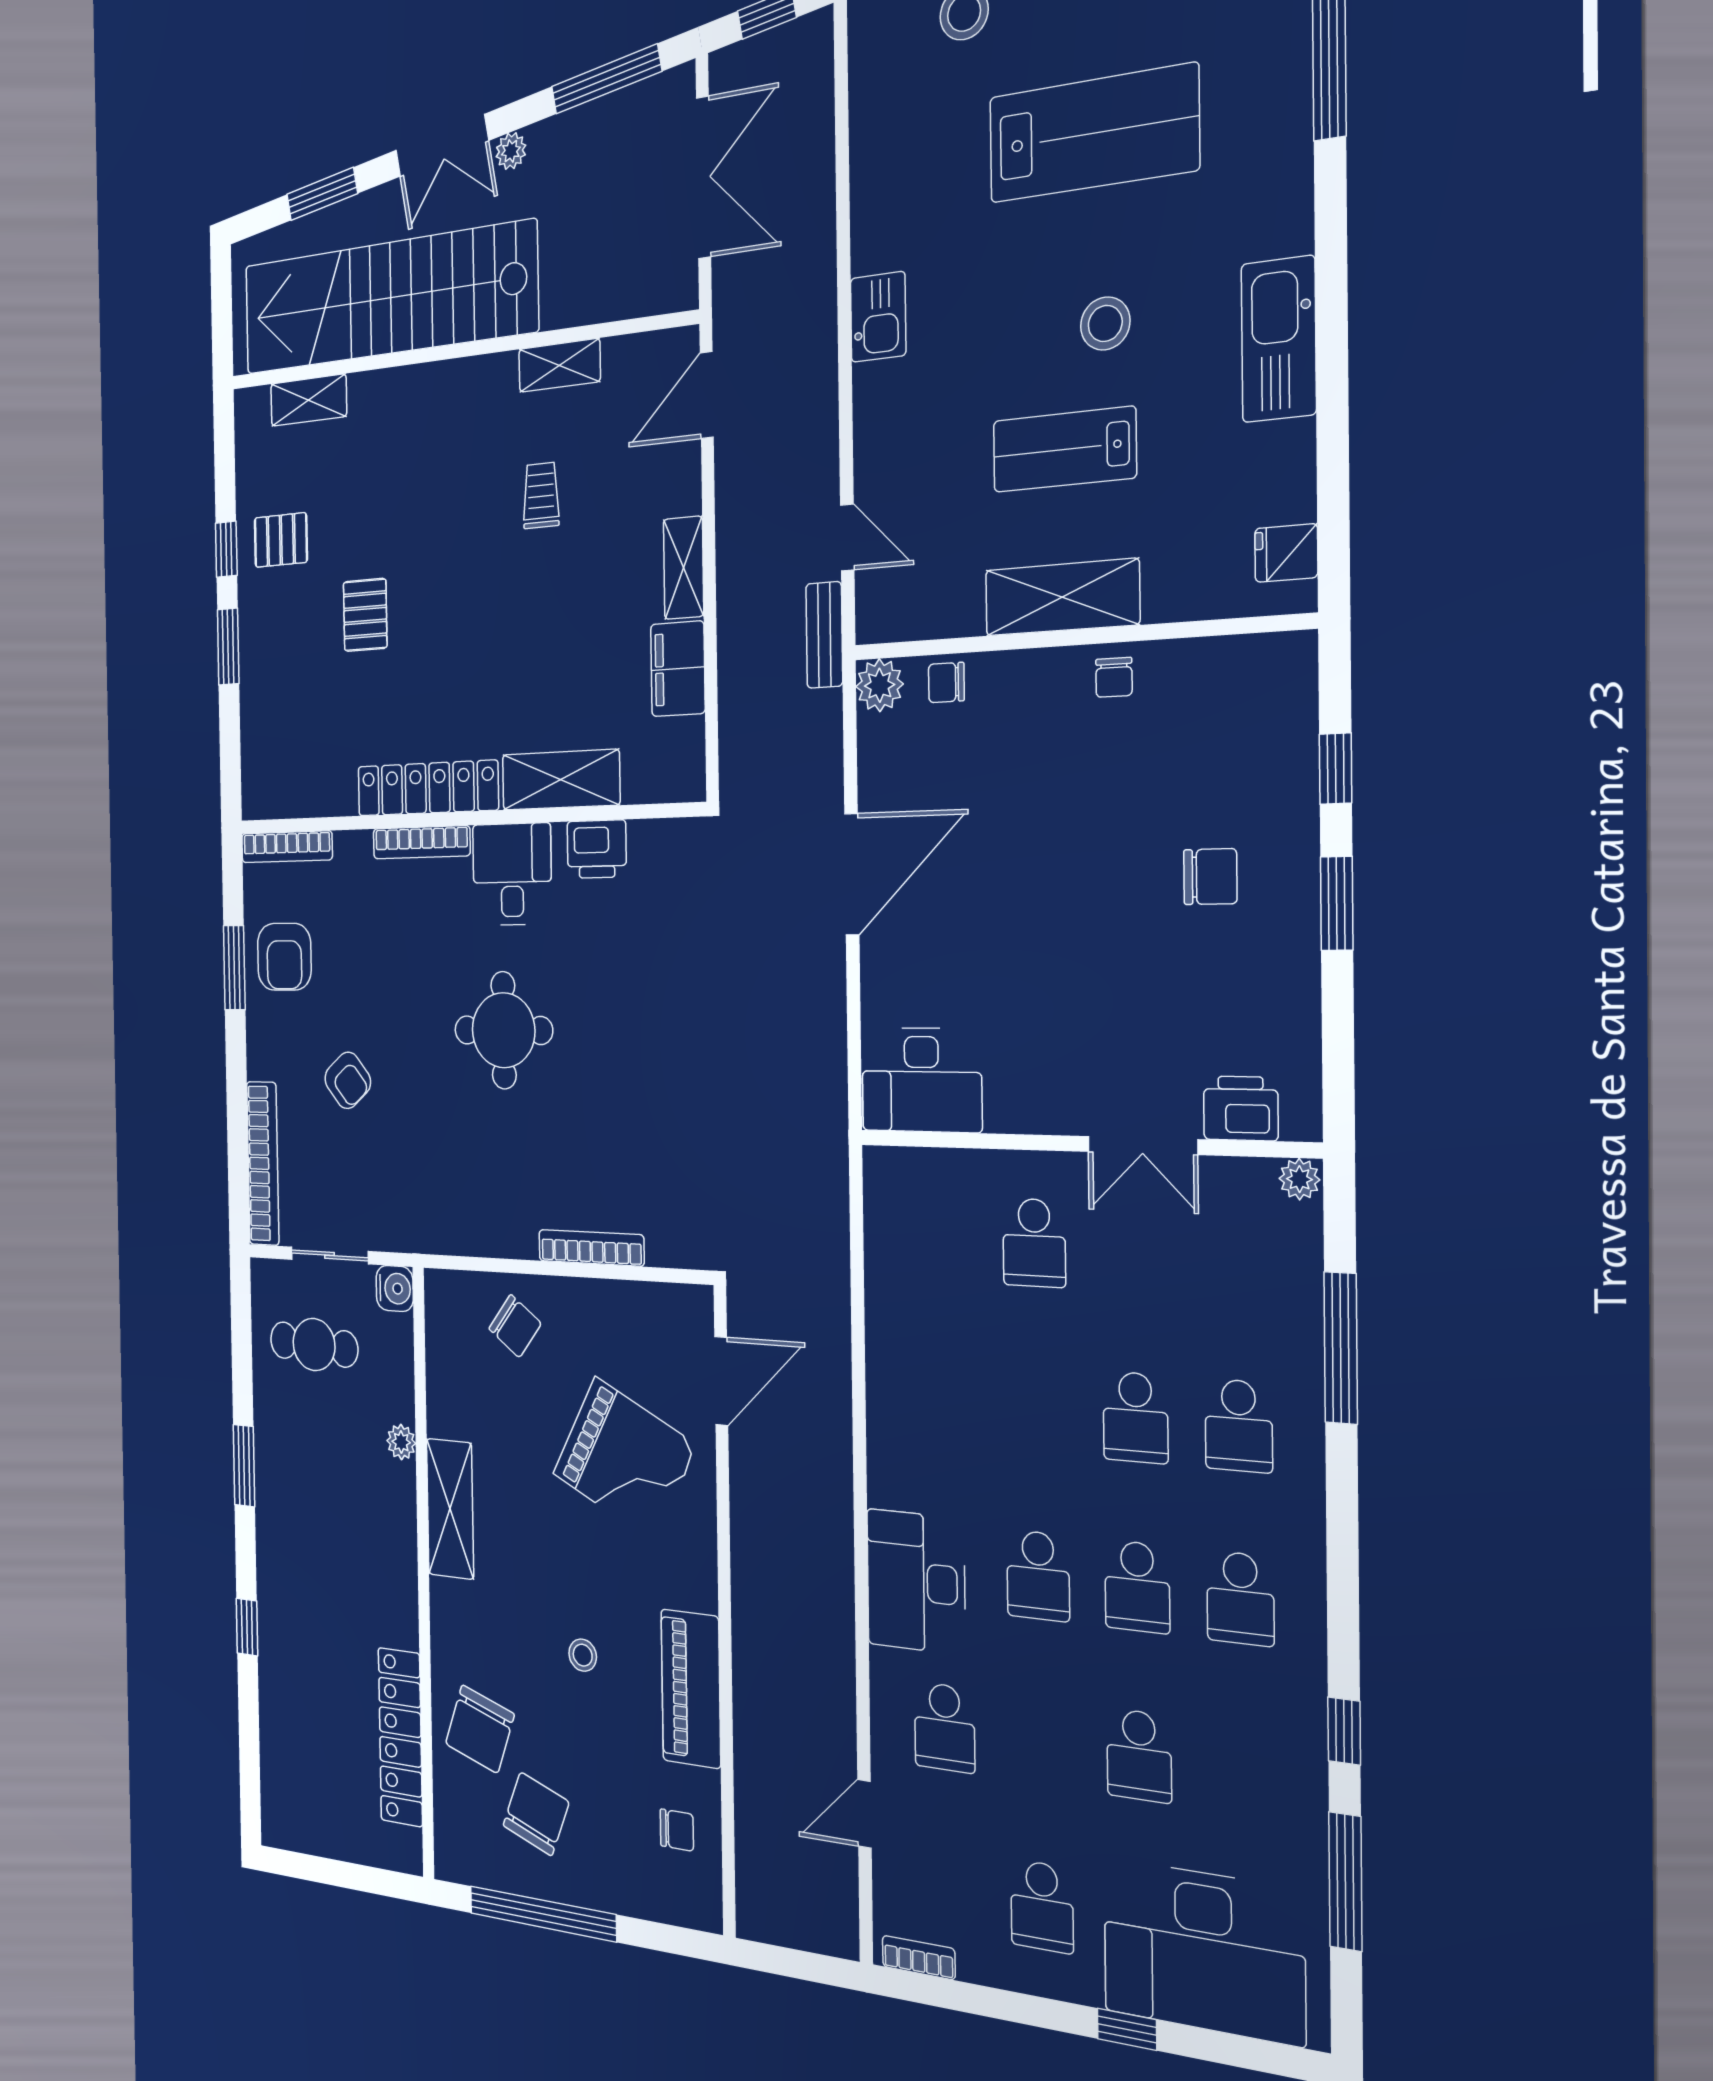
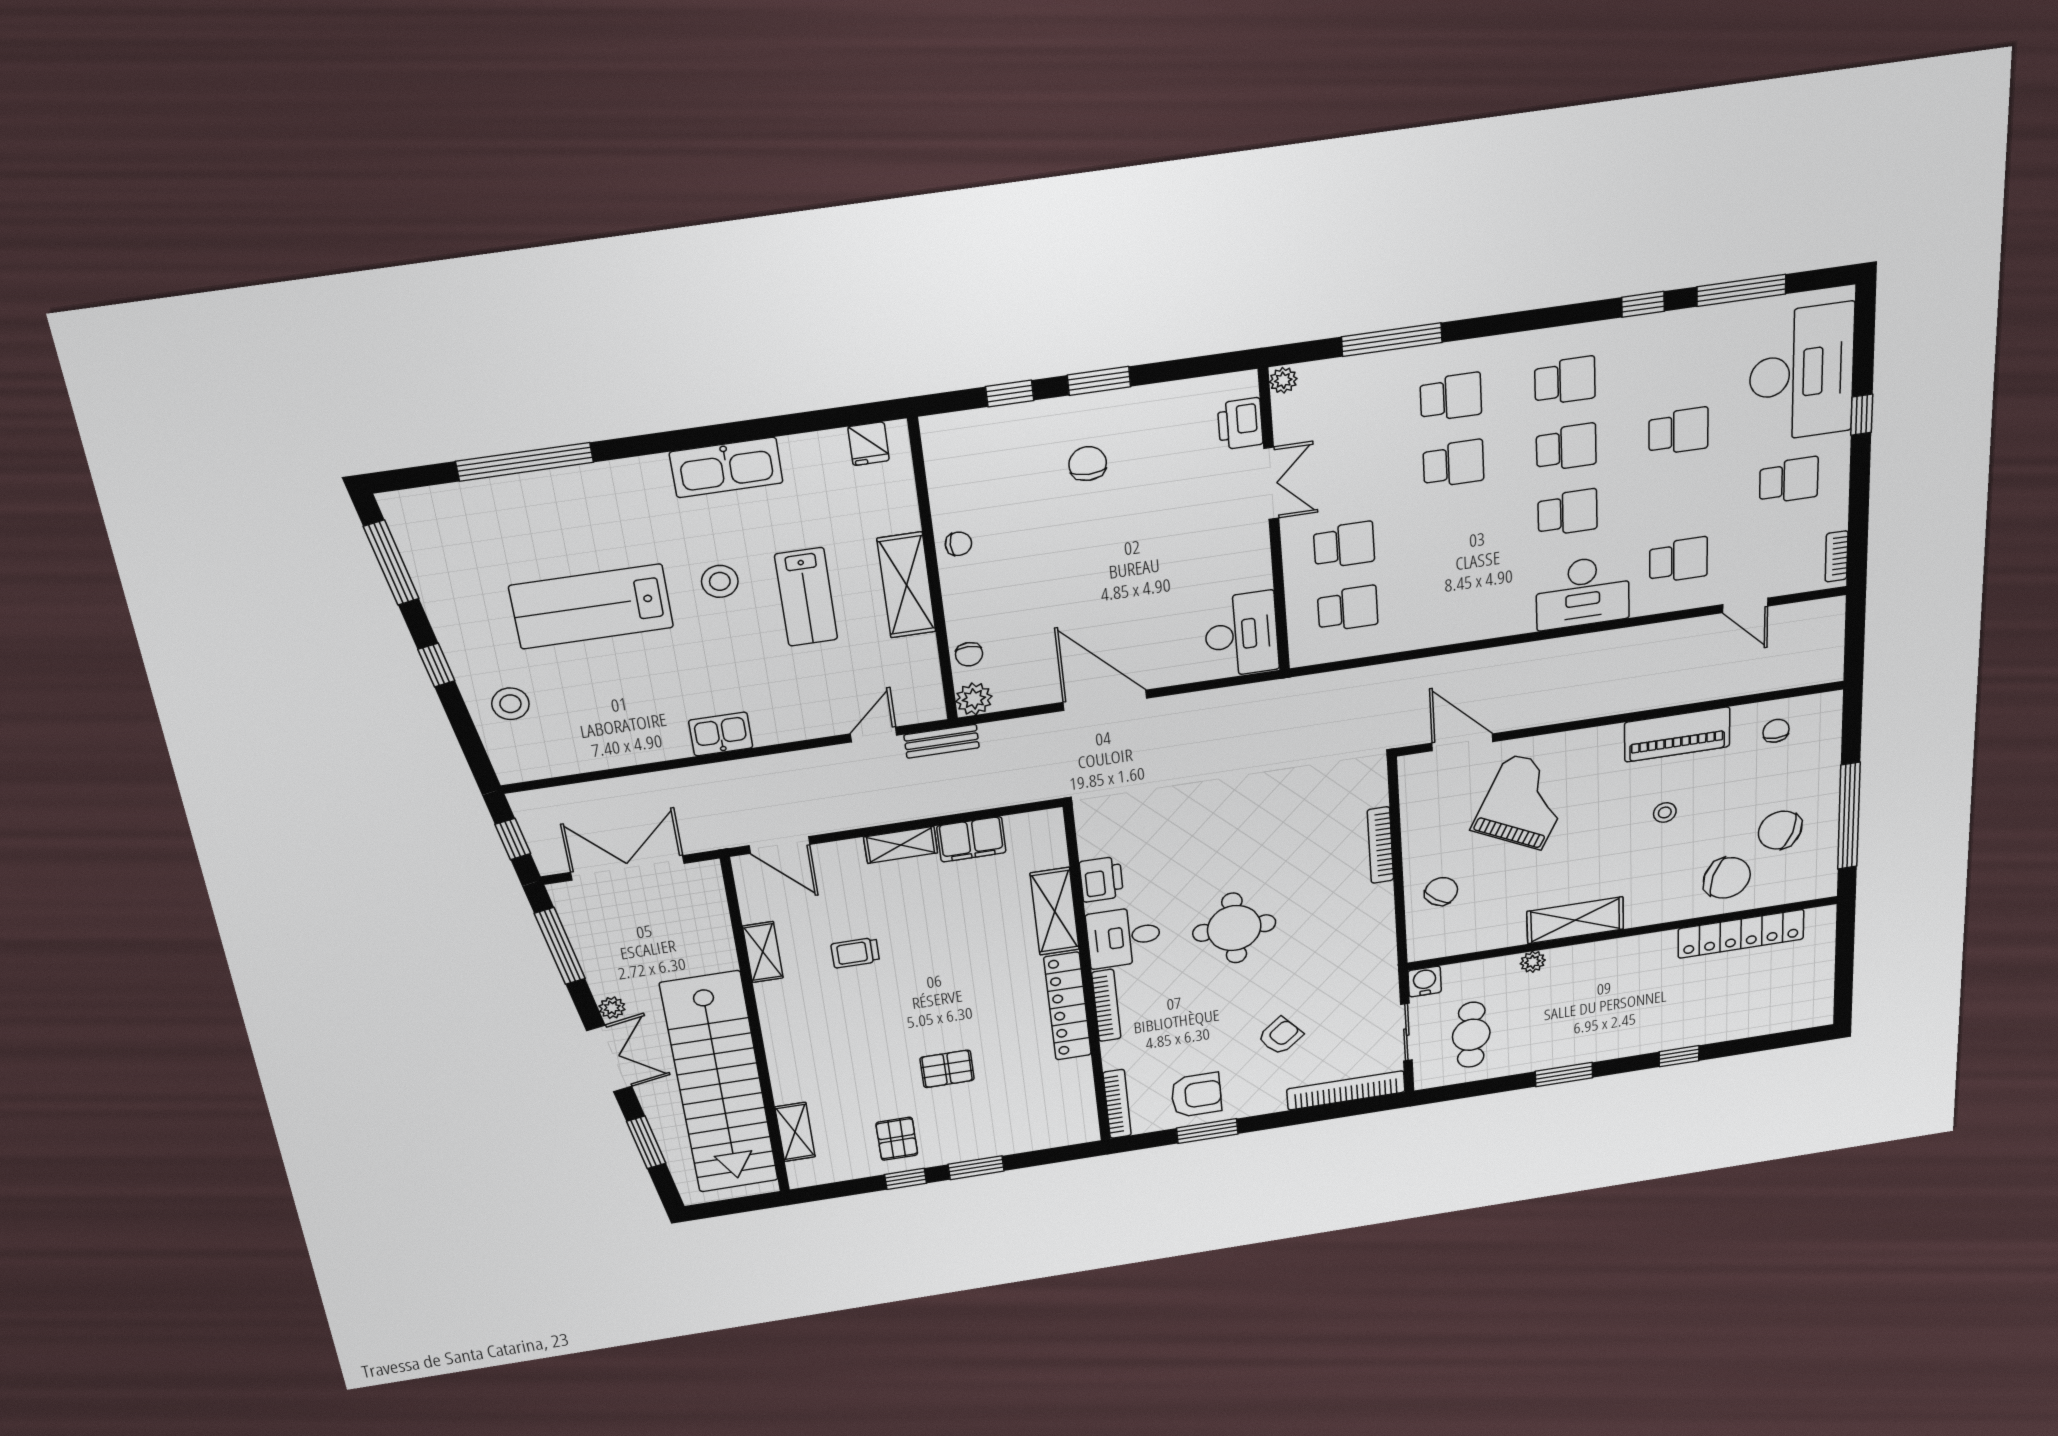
lab bench: (1093, 133) -> (591, 607), turned -90
school desk: (938, 1238) -> (1348, 609), added

